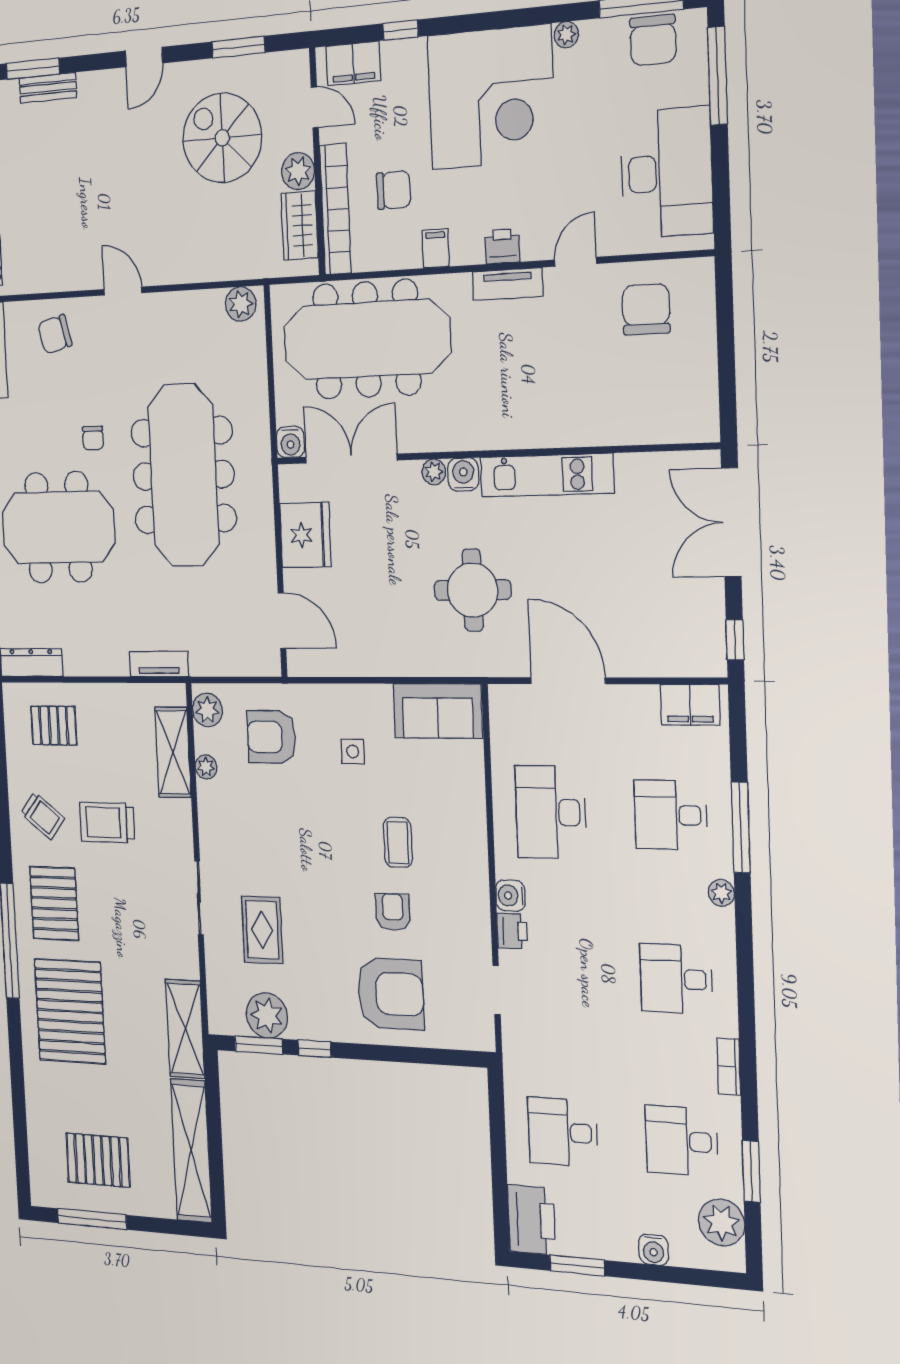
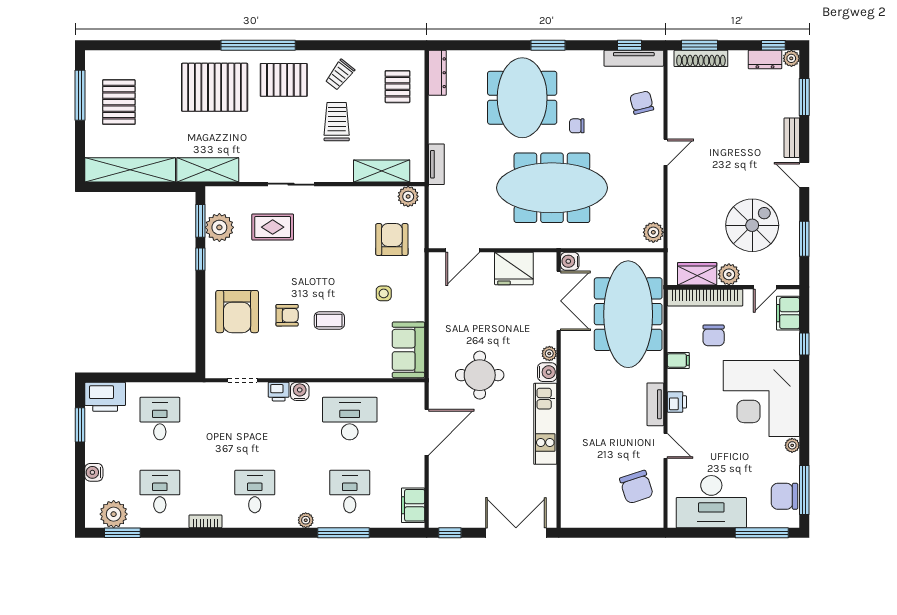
bench: (48, 88) -> (792, 138), moved
chair: (646, 309) -> (636, 487), turned 72
plant: (206, 767) -> (373, 194), removed
window: (751, 1171) -> (122, 533), moved

